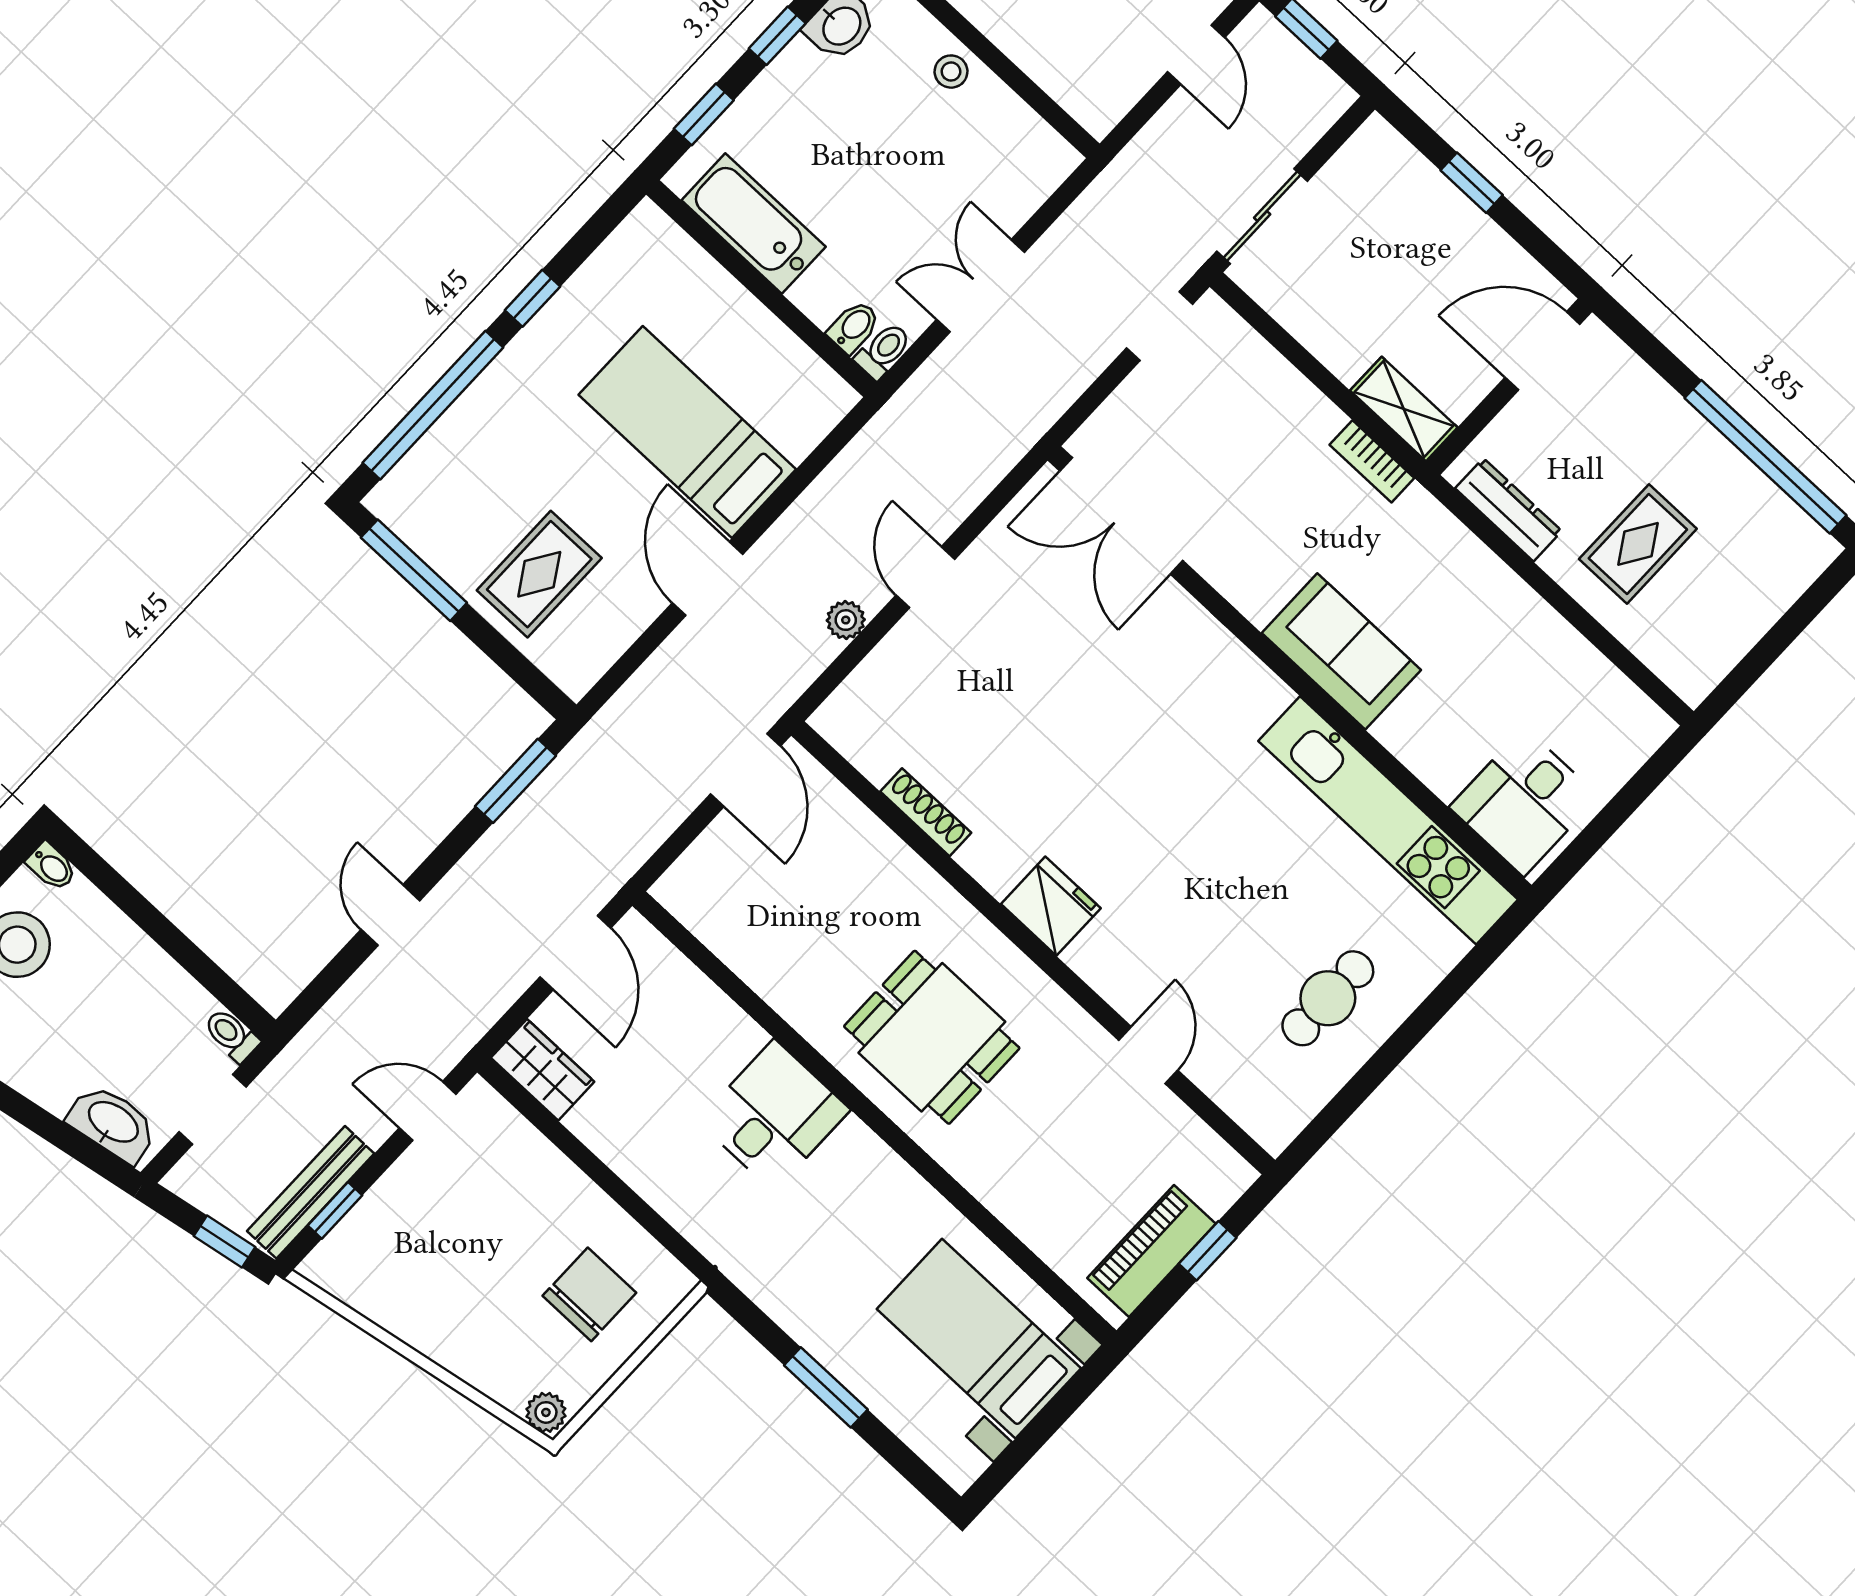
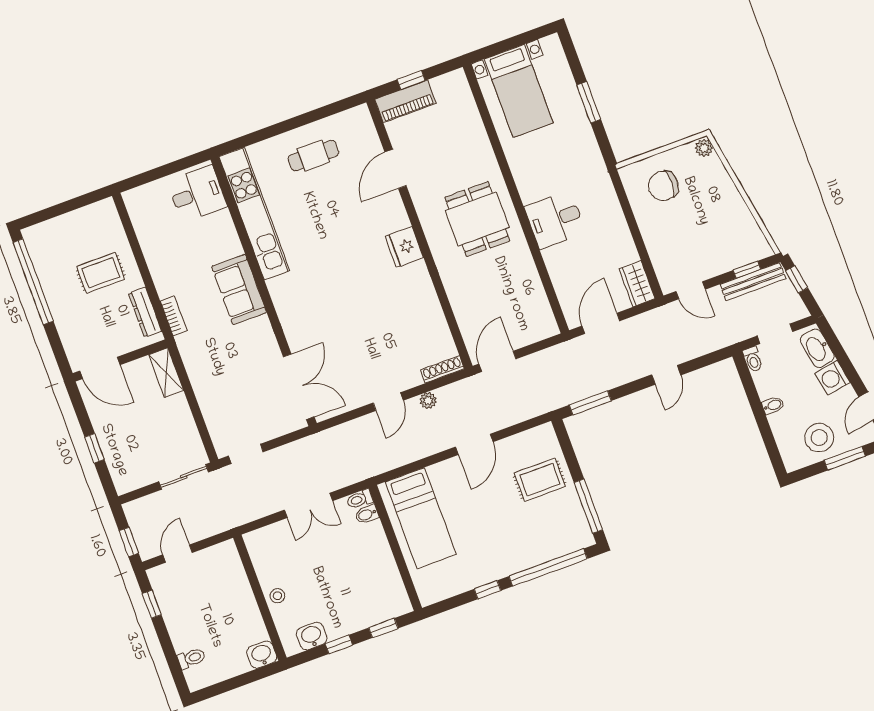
bathtub: (754, 223) -> (385, 575), removed
bed: (687, 432) -> (421, 518), moved
bookcase: (1372, 461) -> (174, 316), moved
shoe rack: (926, 812) -> (442, 369), moved, turned 90
bidet: (52, 866) -> (773, 405), moved, turned 90
door: (1148, 1055) -> (396, 169), width x1.38
washing machine: (51, 1079) -> (833, 378), added
piano: (1151, 1251) -> (405, 101), moved

